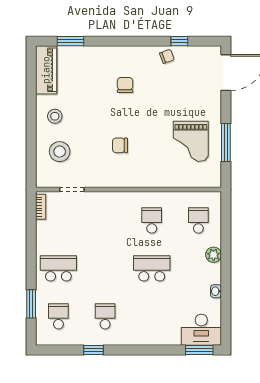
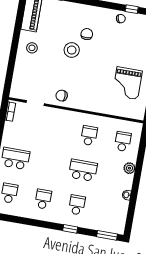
chair: (120, 145) -> (62, 96), moved
stool: (60, 152) -> (72, 50), moved
school desk: (152, 316) -> (77, 205), added
desk: (201, 330) -> (111, 221), removed
window: (93, 350) -> (70, 229), moved

